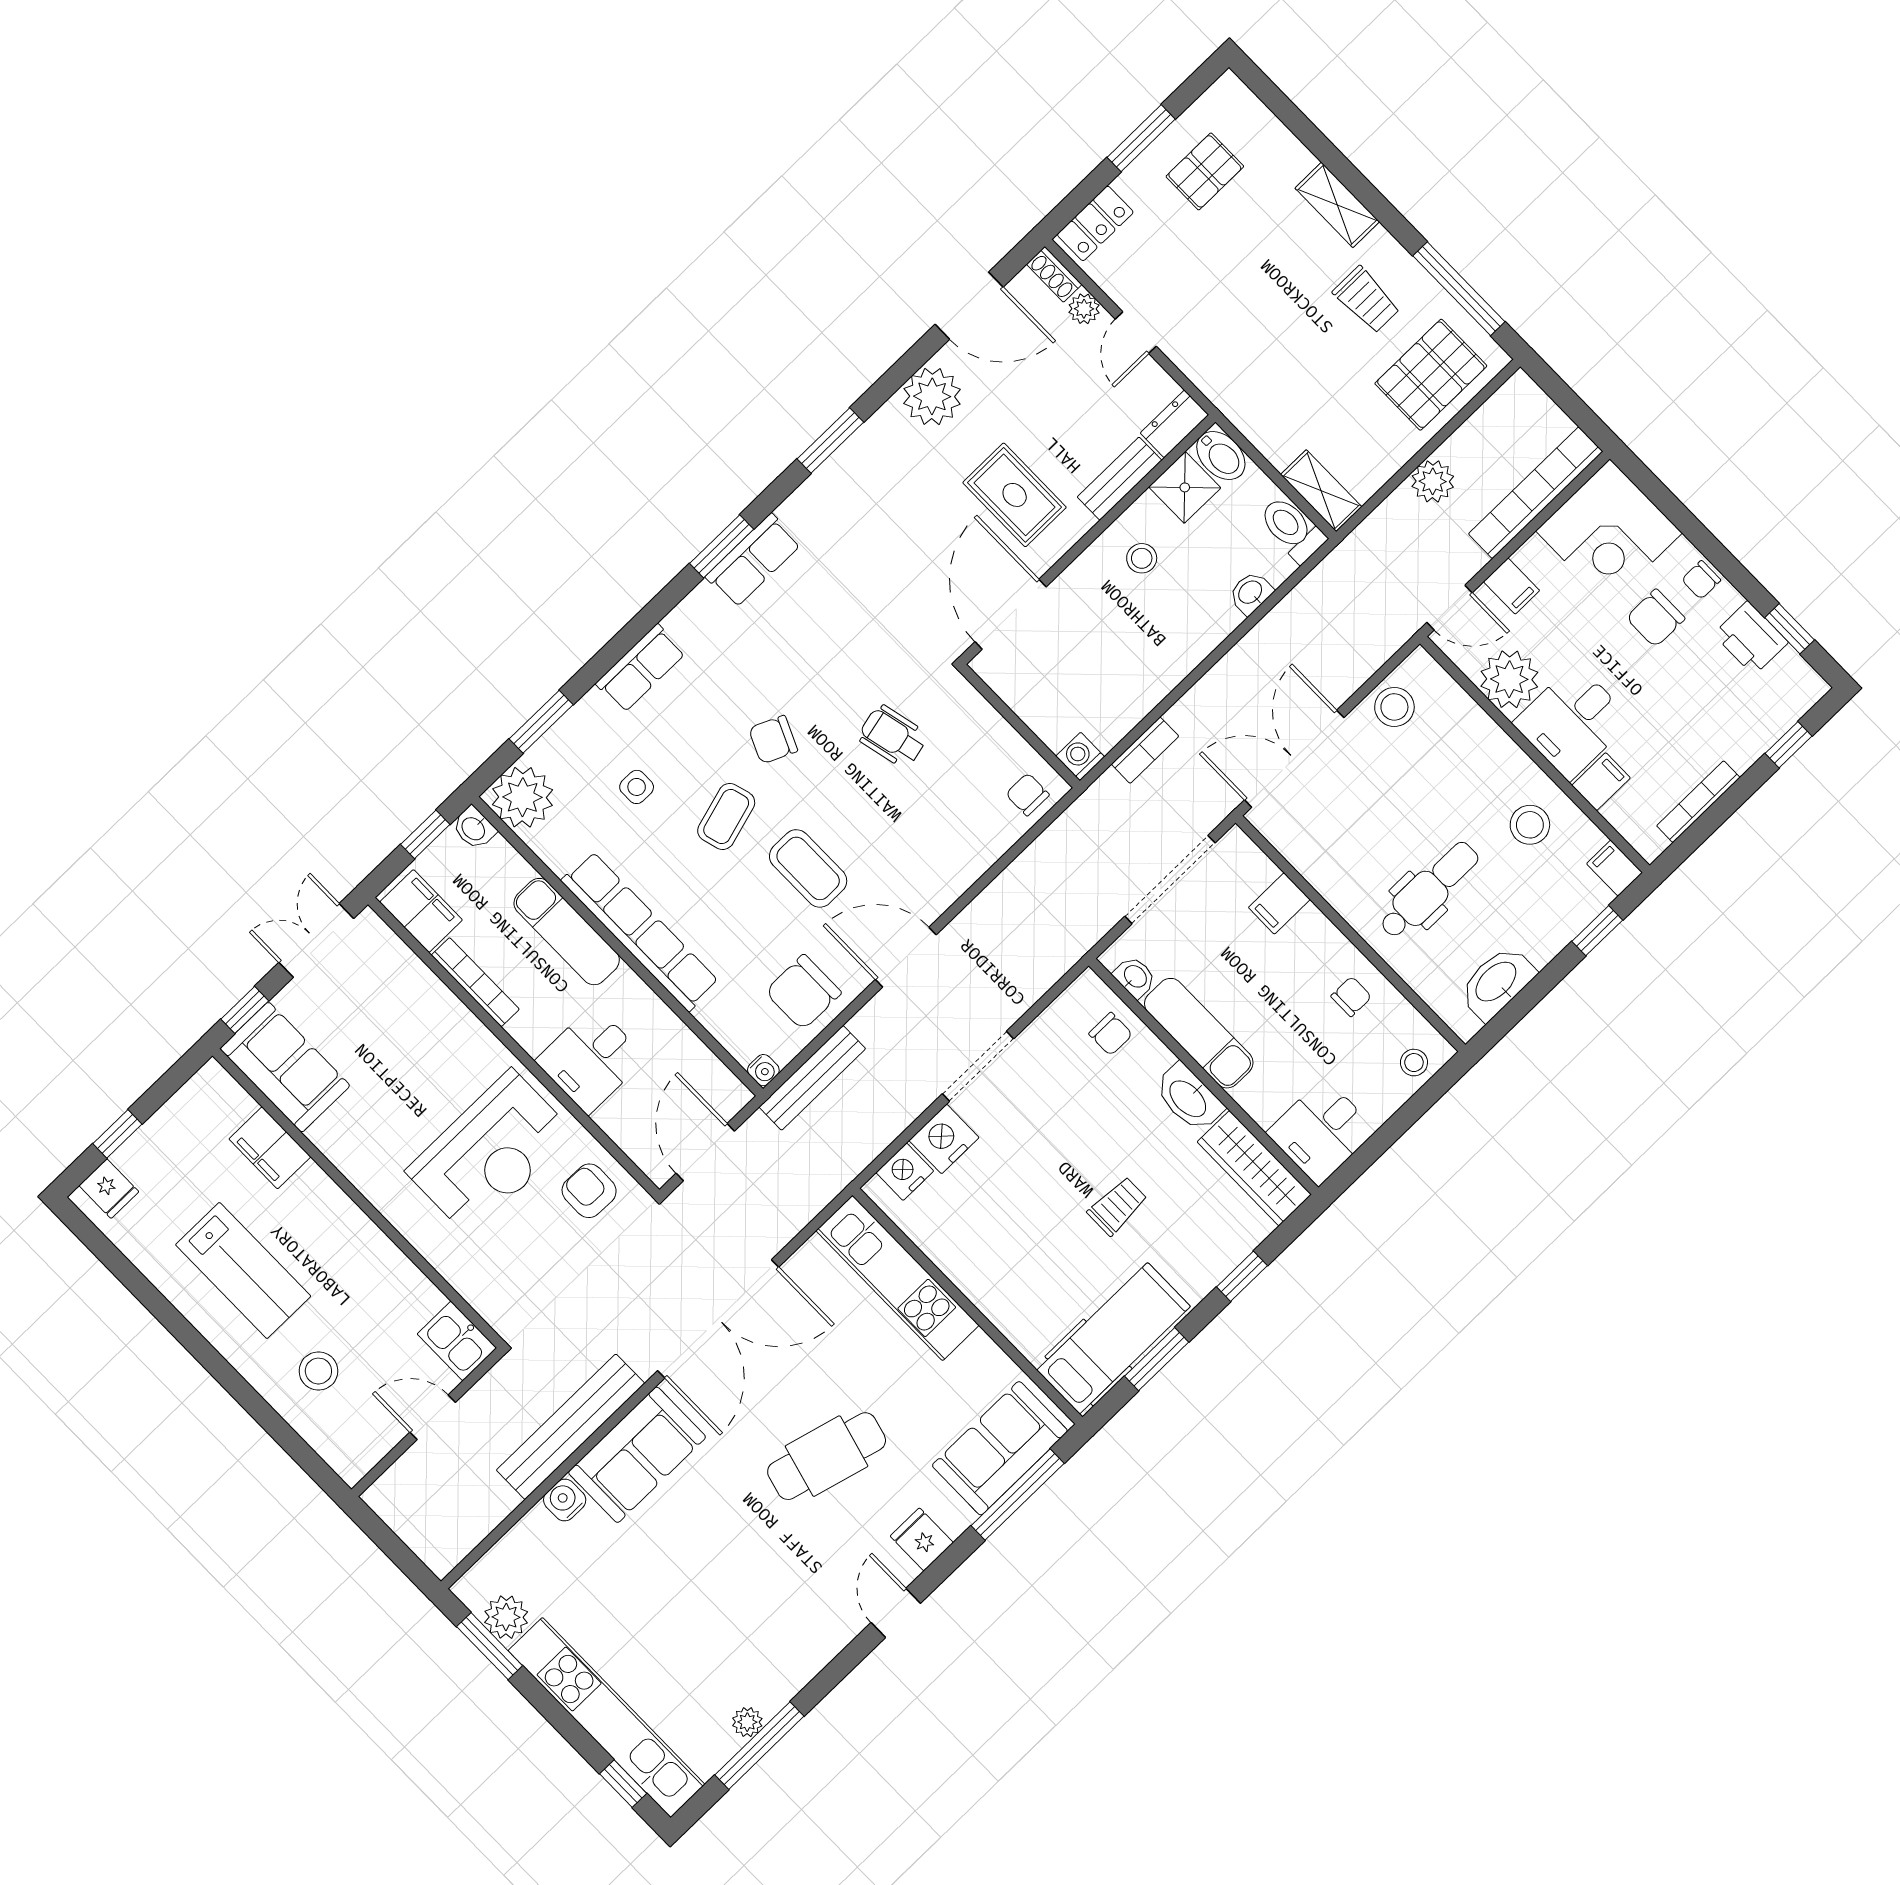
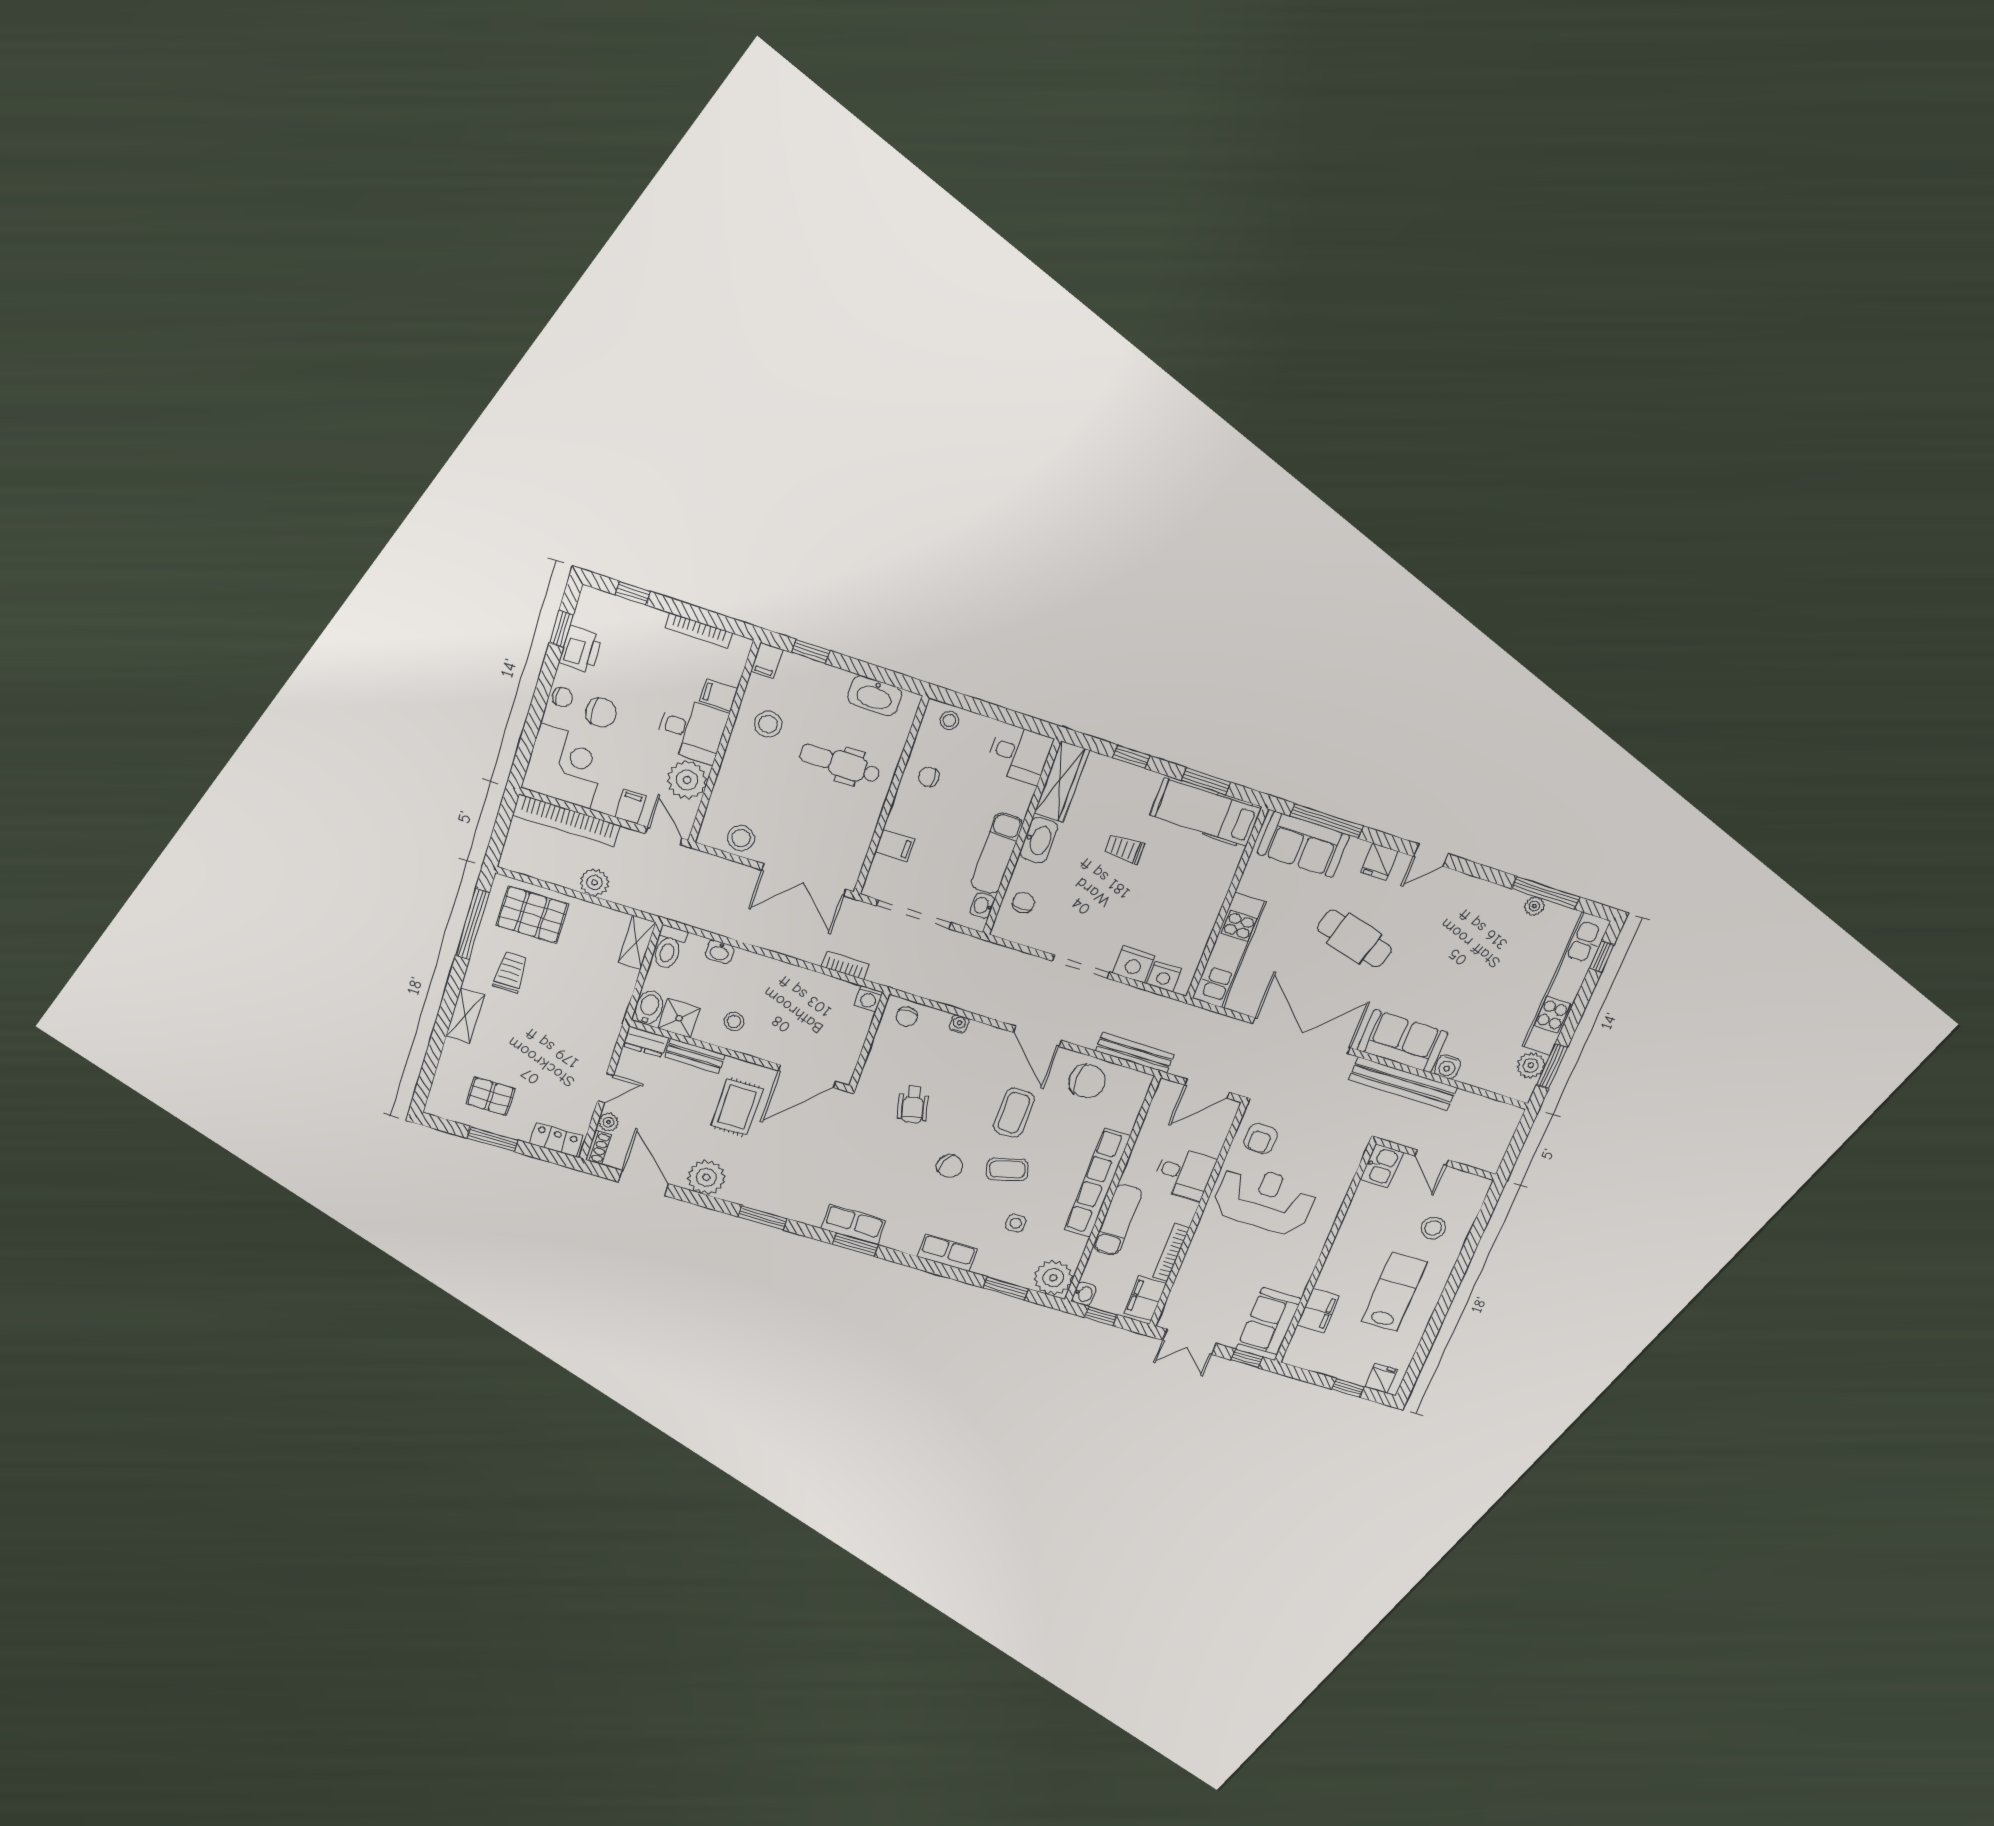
water cooler: (763, 1070) -> (959, 1024), moved

